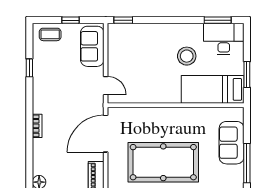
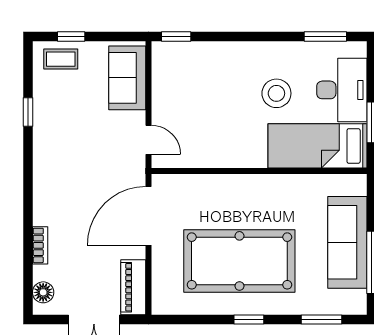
window: (70, 20) -> (71, 36), moved
desk: (224, 39) -> (342, 90), moved, turned 90
bookcase: (37, 126) -> (40, 245), moved
sofa: (232, 143) -> (347, 242), width x1.36

